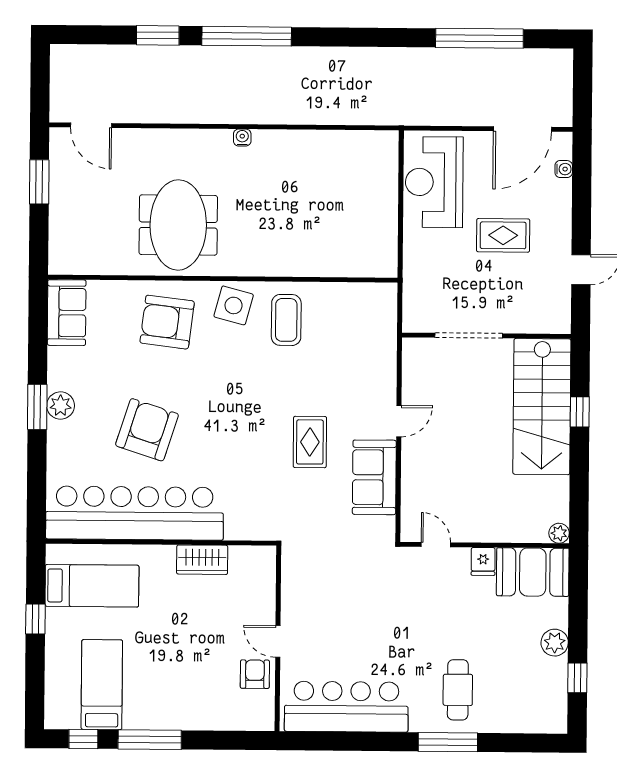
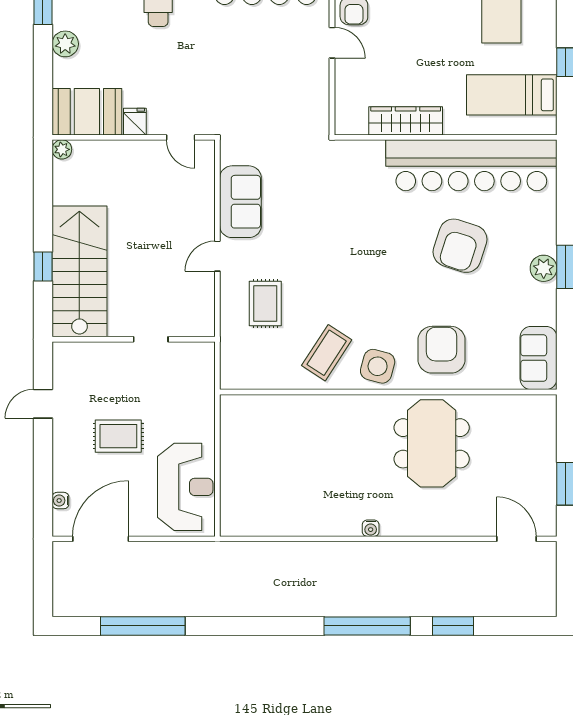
coffee table: (286, 320) -> (327, 353), turned 33
armchair: (167, 322) -> (442, 350), turned -97
doorway: (469, 336) -> (151, 339), width x0.53
rug: (310, 442) -> (265, 303), moved
wardrobe: (202, 560) -> (406, 121), width x1.50

